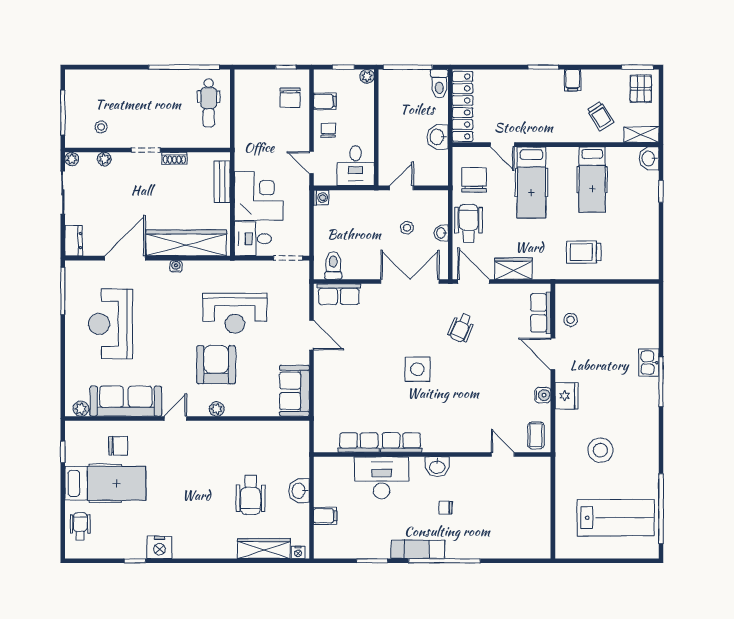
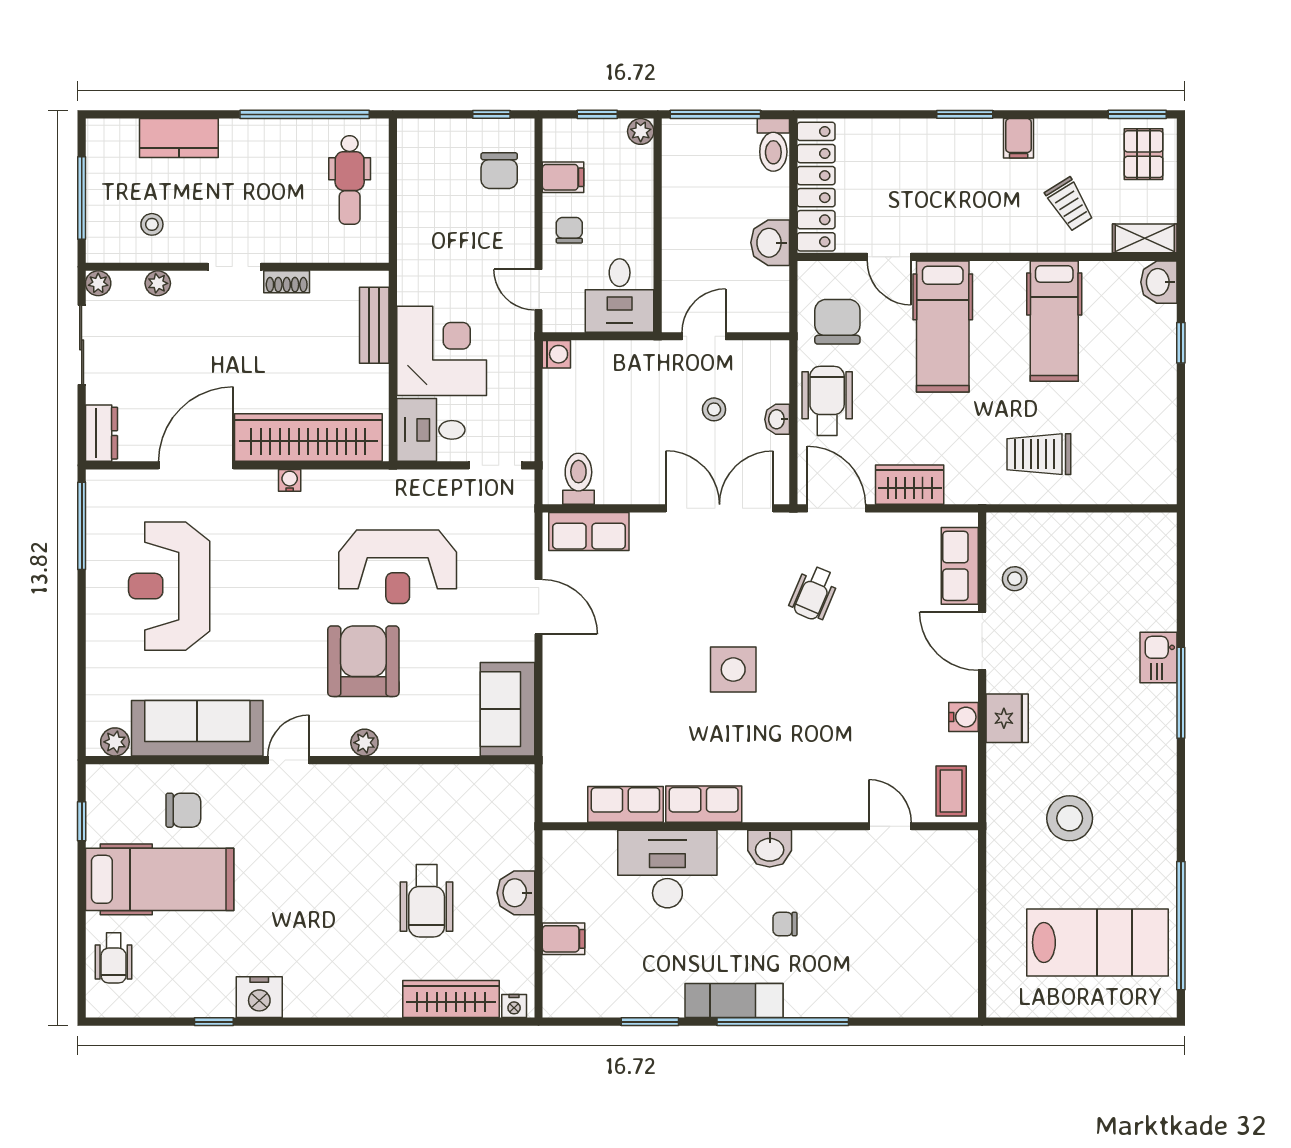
kitchen counter: (116, 80) -> (179, 138), added
wheelchair: (80, 526) -> (114, 958), turned 180

